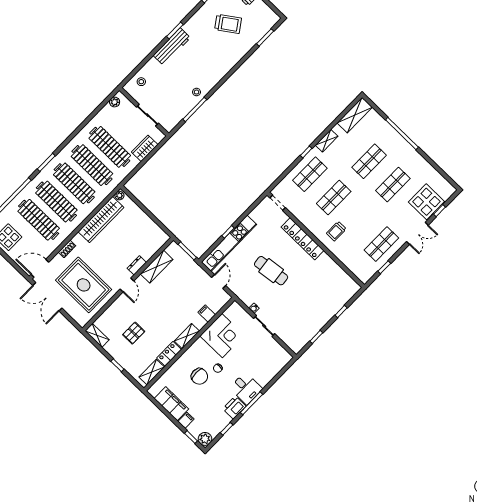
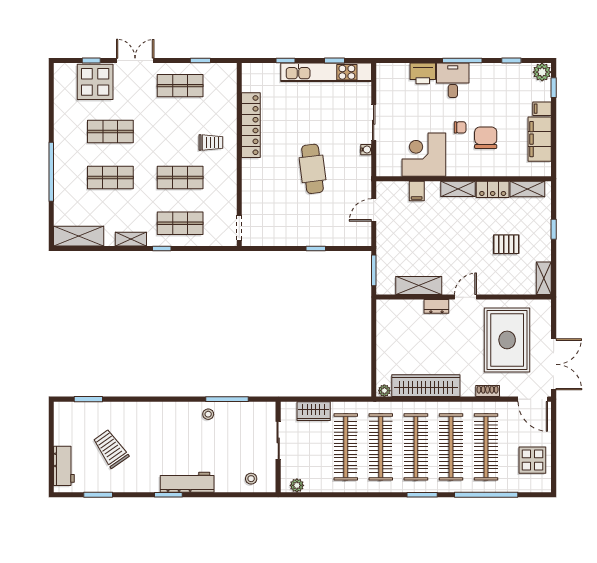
locker: (303, 239) -> (251, 125), moved
kitchen unit: (229, 243) -> (326, 72), moved, turned 180
printer: (234, 407) -> (423, 73), moved

